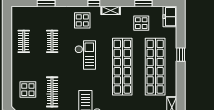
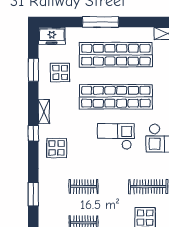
checkout: (85, 55) -> (116, 136), moved
window: (181, 55) -> (100, 22), width x2.17

